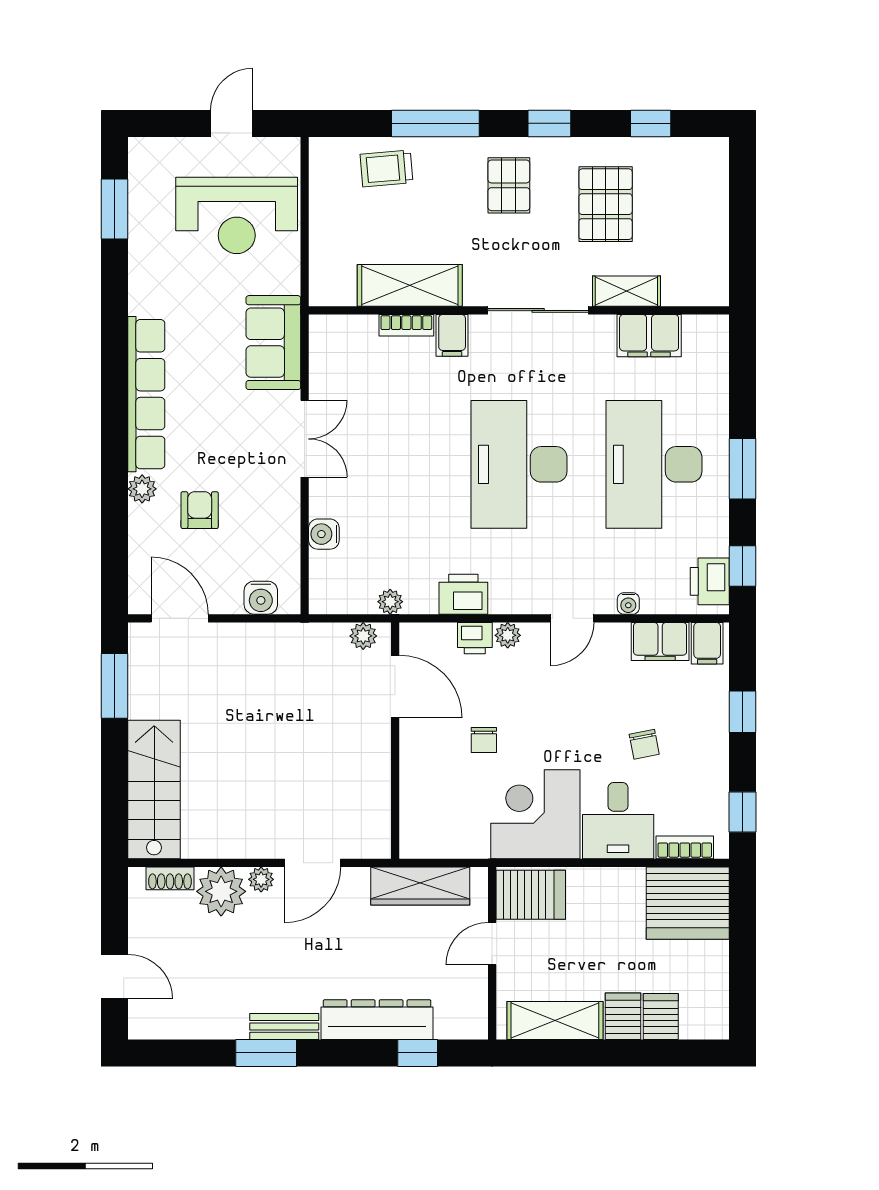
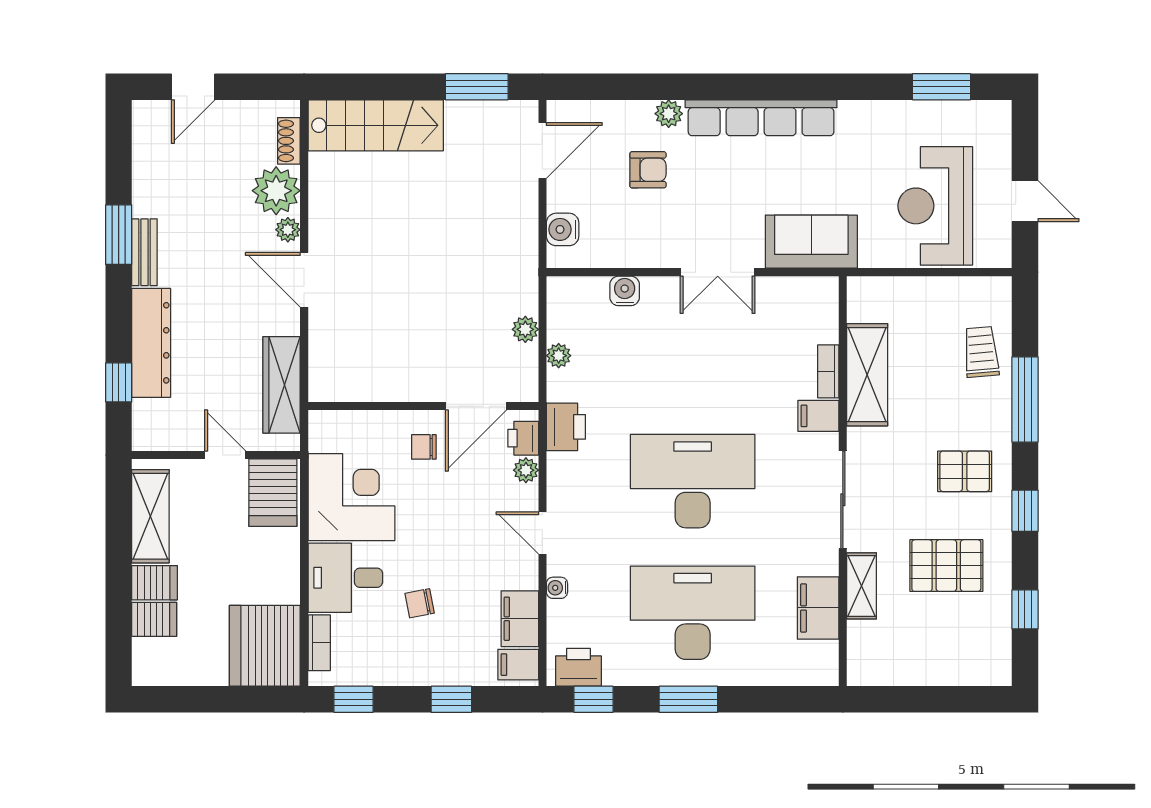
door: (395, 686) -> (476, 406), moved
wall: (395, 741) -> (423, 406), moved

